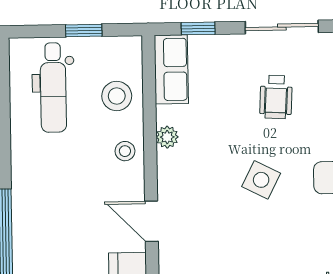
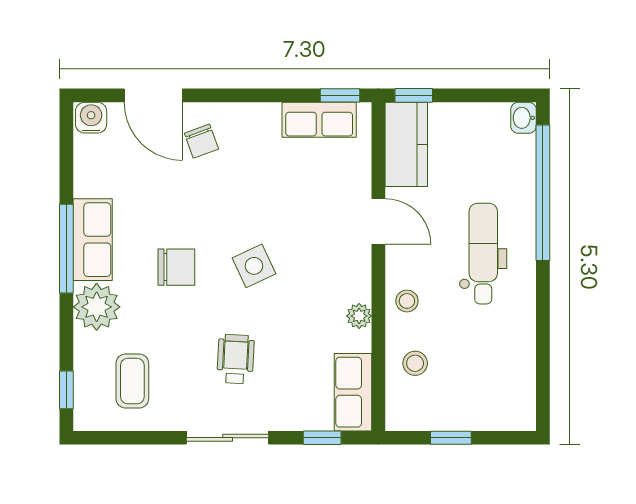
dental chair: (53, 88) -> (483, 254), moved
stool: (117, 96) -> (415, 363), width x0.73, depth x0.73
side table: (261, 180) -> (254, 266), turned 38

